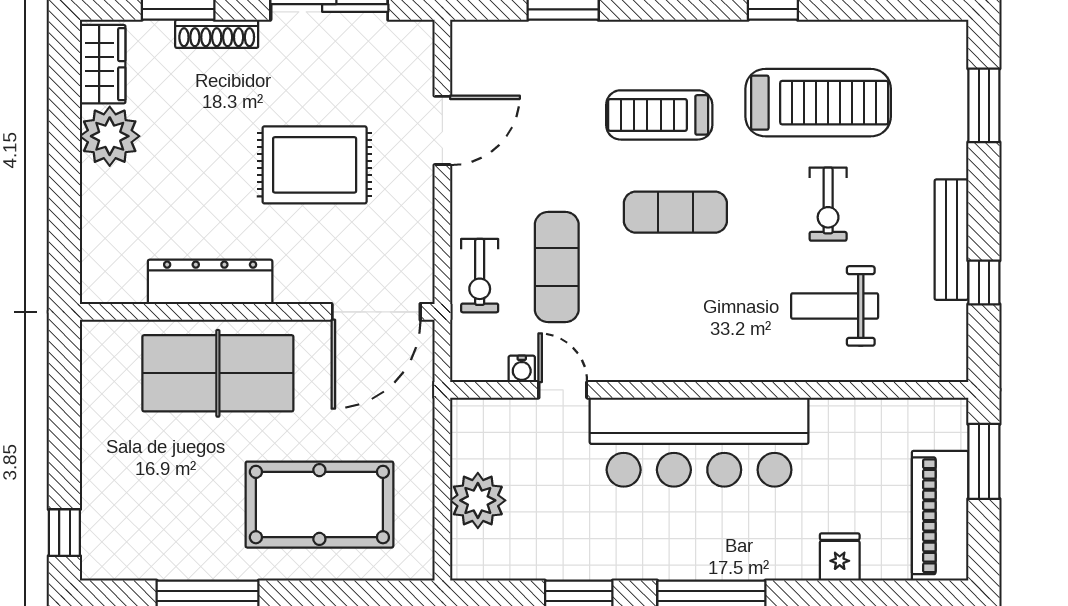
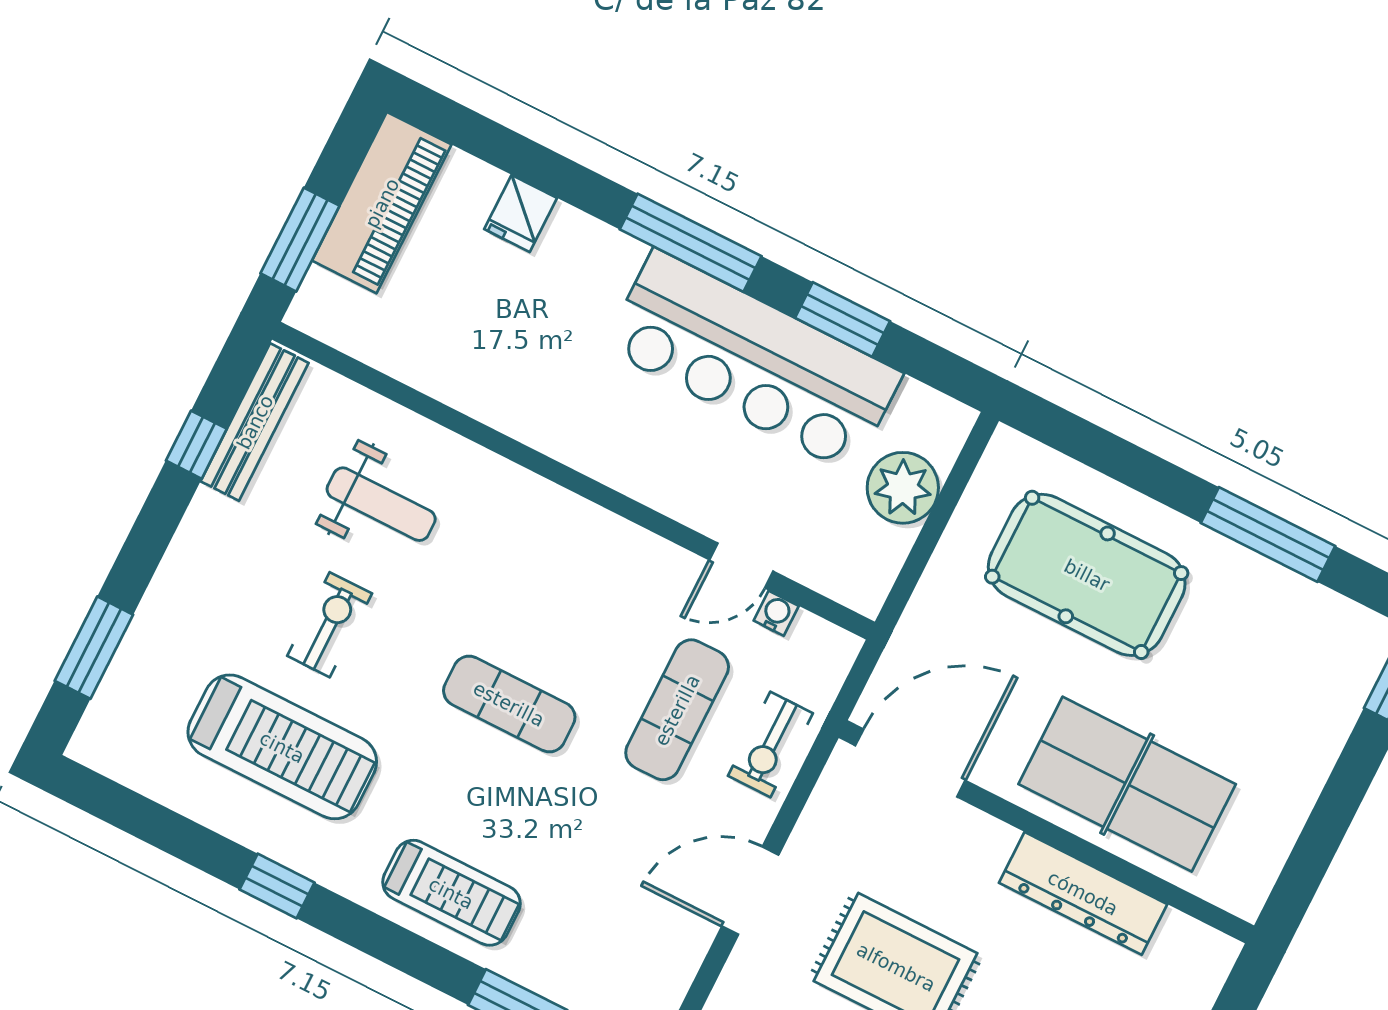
treadmill: (818, 103) -> (282, 747), turned 180
treadmill: (659, 115) -> (451, 893), moved
door: (442, 130) -> (750, 891), moved
bench: (951, 240) -> (255, 422), moved
exercise bike: (480, 276) -> (770, 744), turned 180
door: (563, 390) -> (741, 565), hinge flipped
bar counter: (699, 442) -> (753, 361), moved, turned 180

